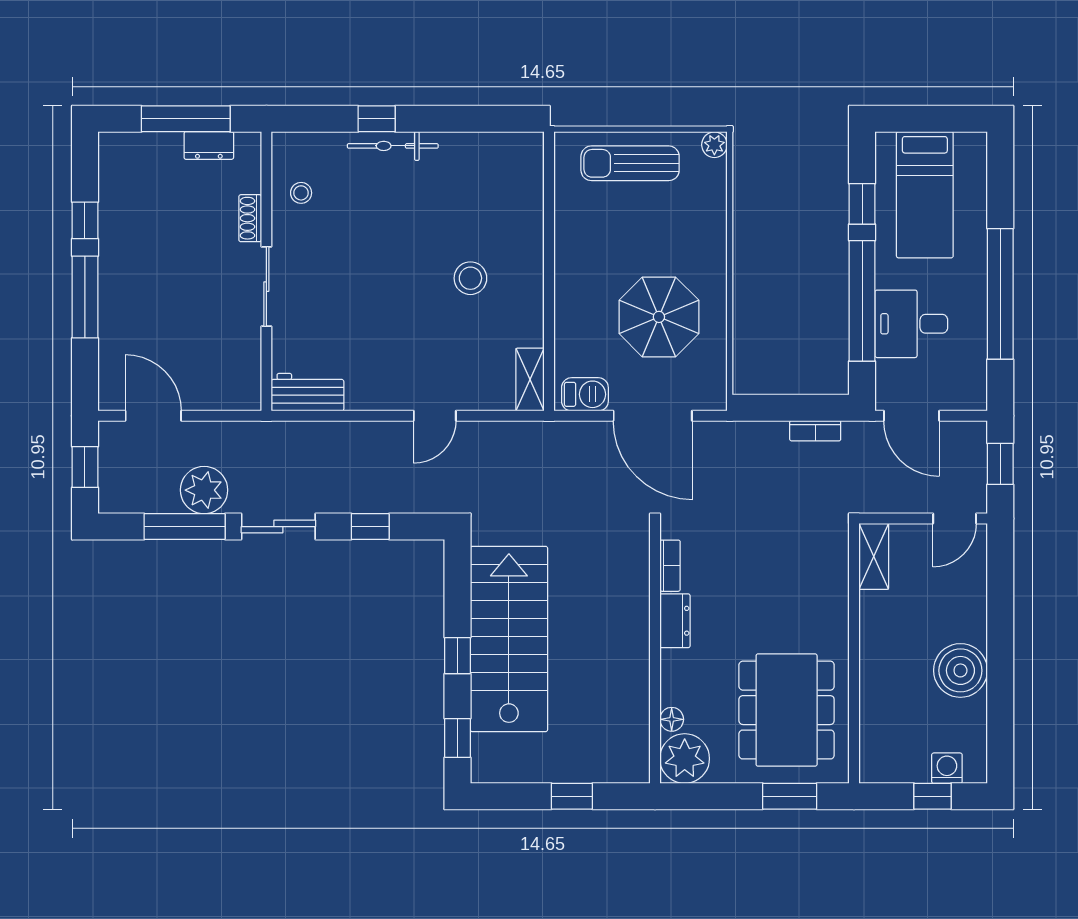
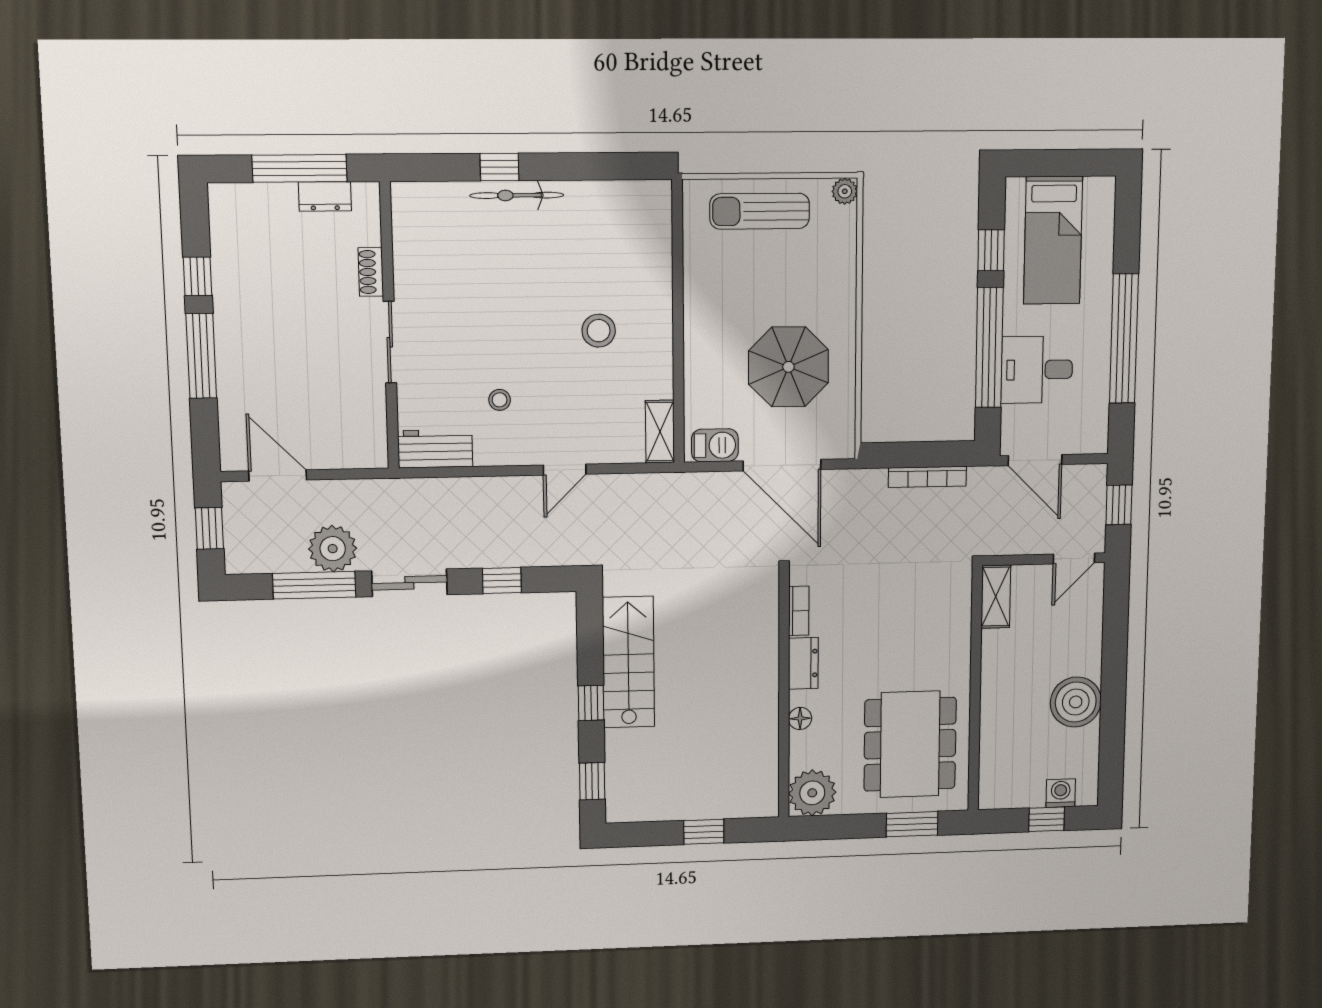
stool: (301, 193) -> (500, 400), moved
bookcase: (815, 431) -> (927, 477), width x1.56
stairs: (509, 639) -> (628, 662), width x0.73, depth x0.66
floor lamp: (672, 719) -> (800, 718), moved

